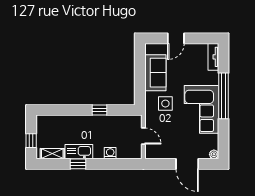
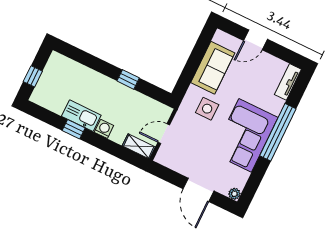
door: (143, 136) -> (164, 134), swing flipped
washing machine: (110, 153) -> (104, 129), moved
shelving: (52, 154) -> (139, 146), moved

